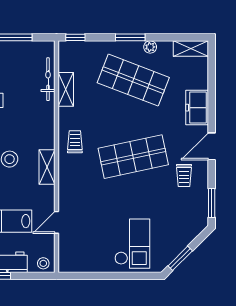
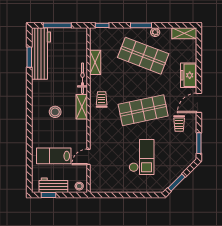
bicycle: (48, 79) -> (83, 78), moved
shelving: (47, 167) -> (82, 107), moved
checkout: (132, 244) -> (142, 157), moved

